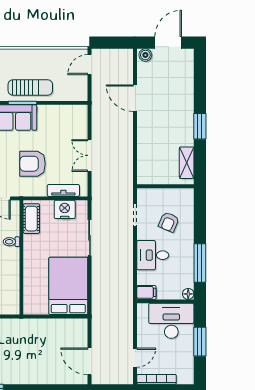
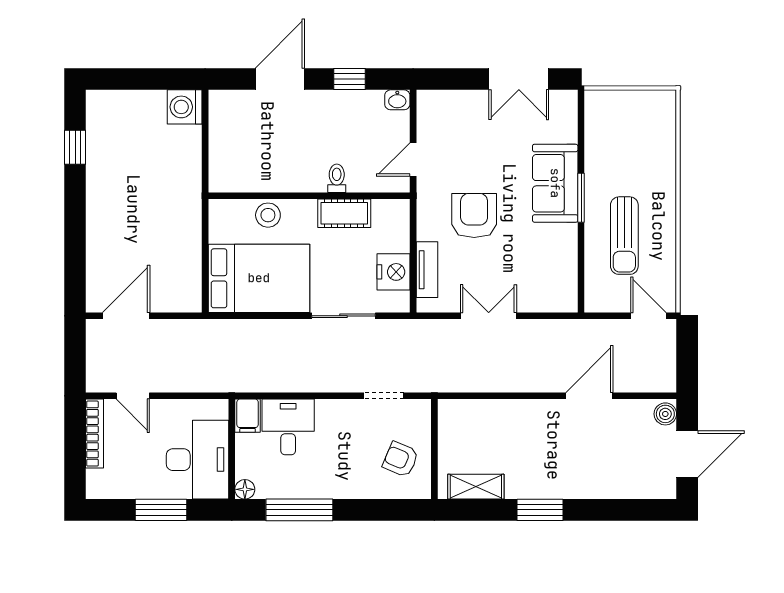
door: (168, 43) -> (687, 454), hinge flipped
sun lounger: (30, 88) -> (624, 236), moved
cot: (31, 219) -> (344, 213), moved
armchair: (169, 222) -> (401, 459), moved
desk: (153, 255) -> (288, 427), moved
stool: (32, 281) -> (268, 215), added

